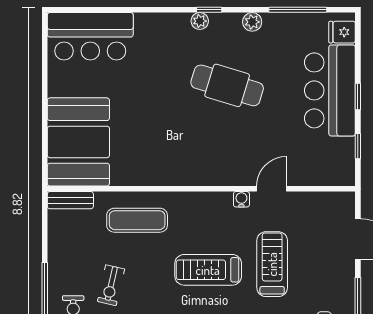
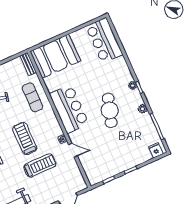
bar counter: (330, 90) -> (69, 109), moved, turned 90

